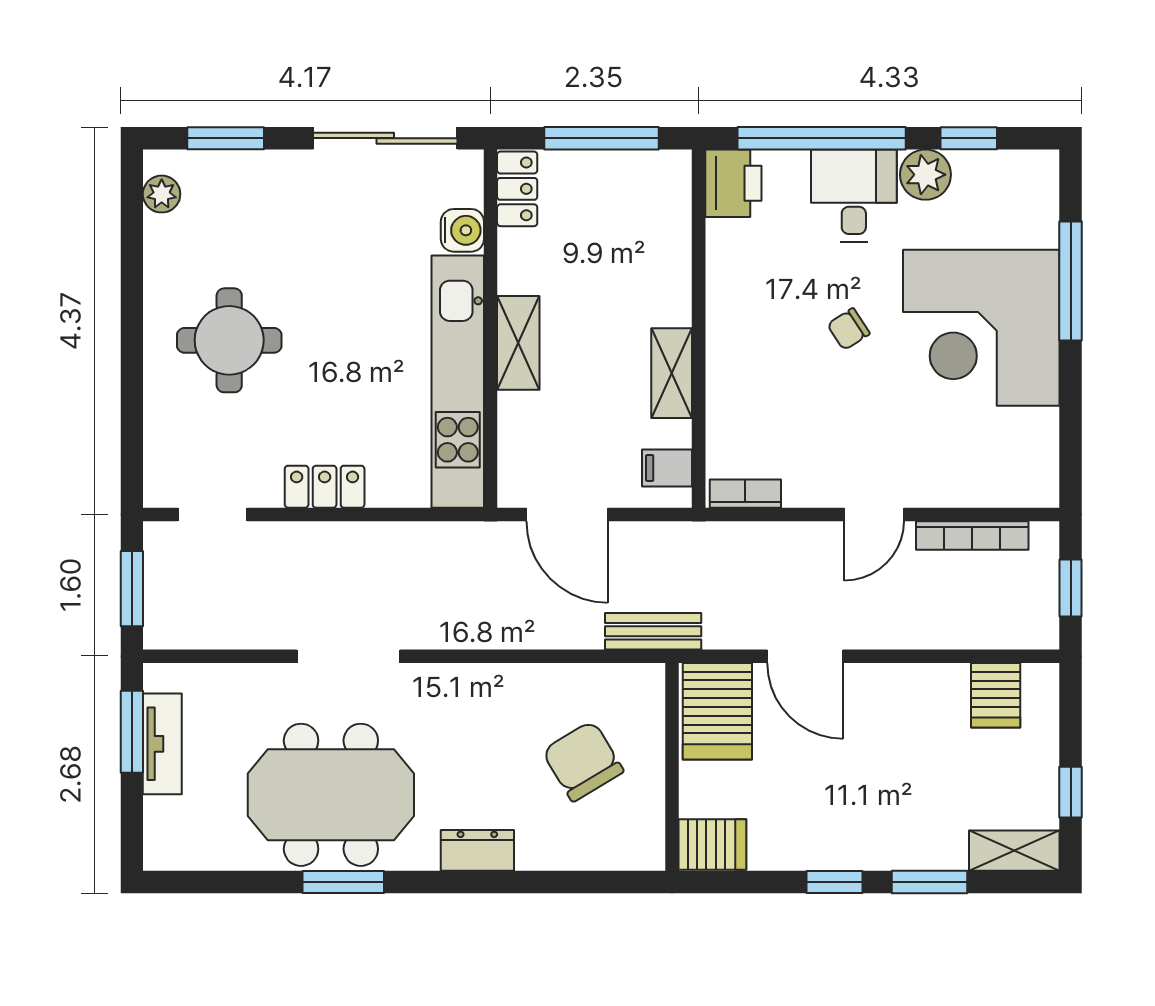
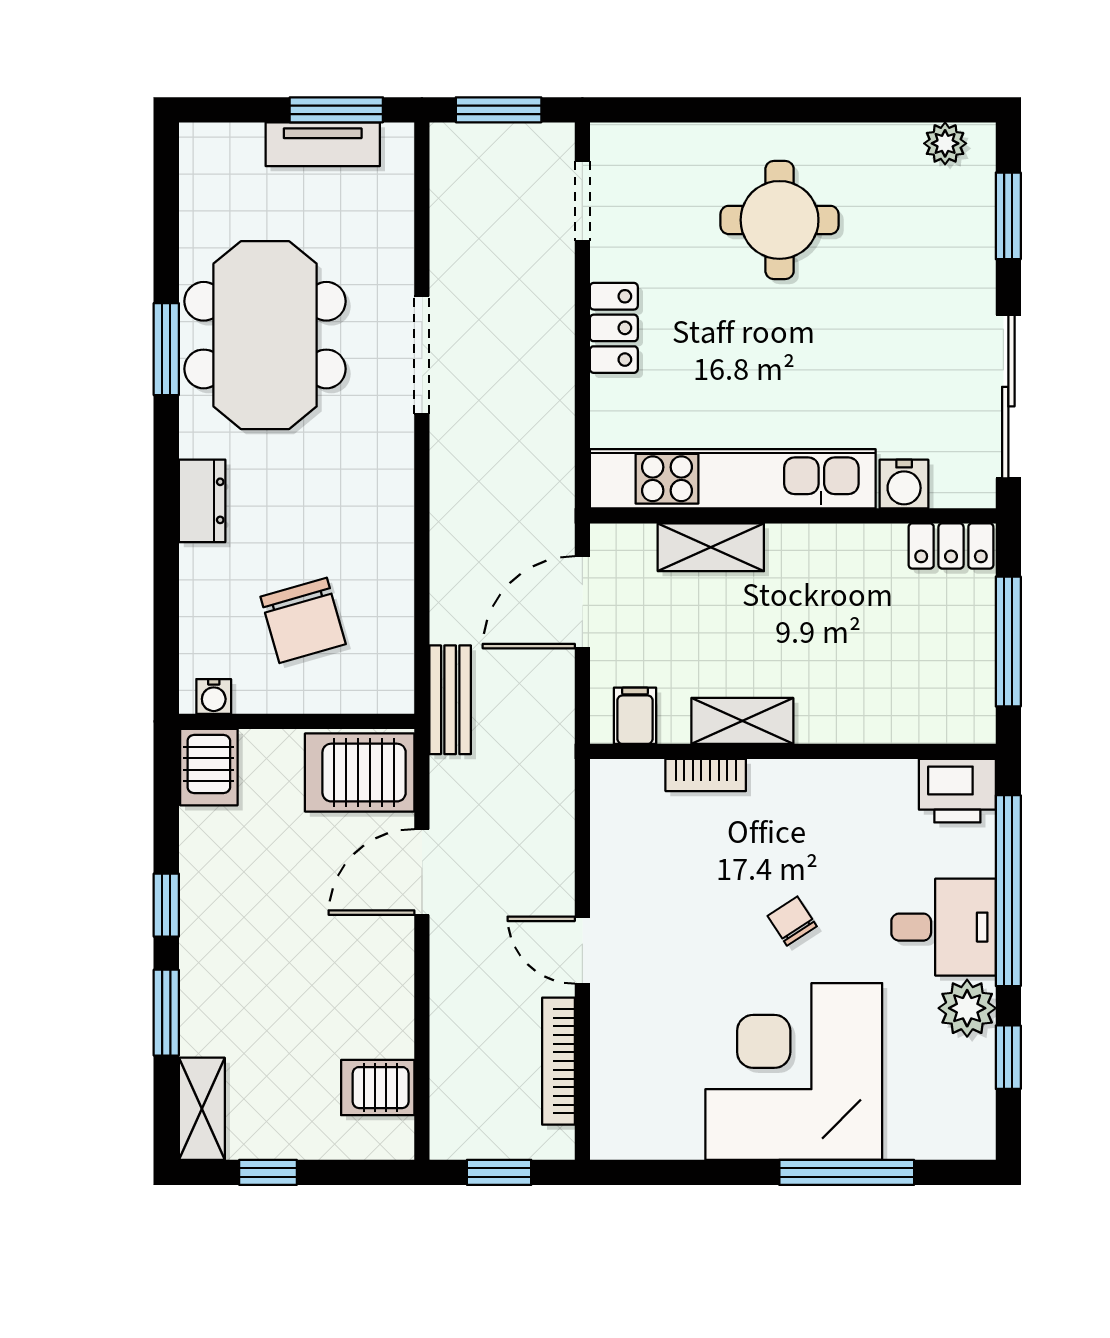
shelving: (518, 343) -> (711, 547), moved
bookcase: (745, 494) -> (706, 775), moved, turned 90
chair: (583, 761) -> (303, 620), turned 105
water cooler: (650, 840) -> (214, 696), added

